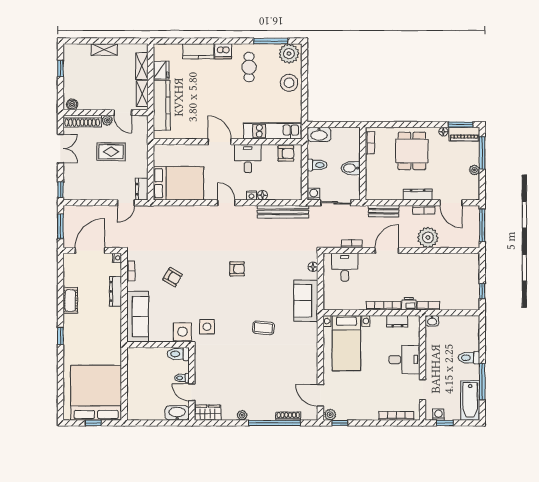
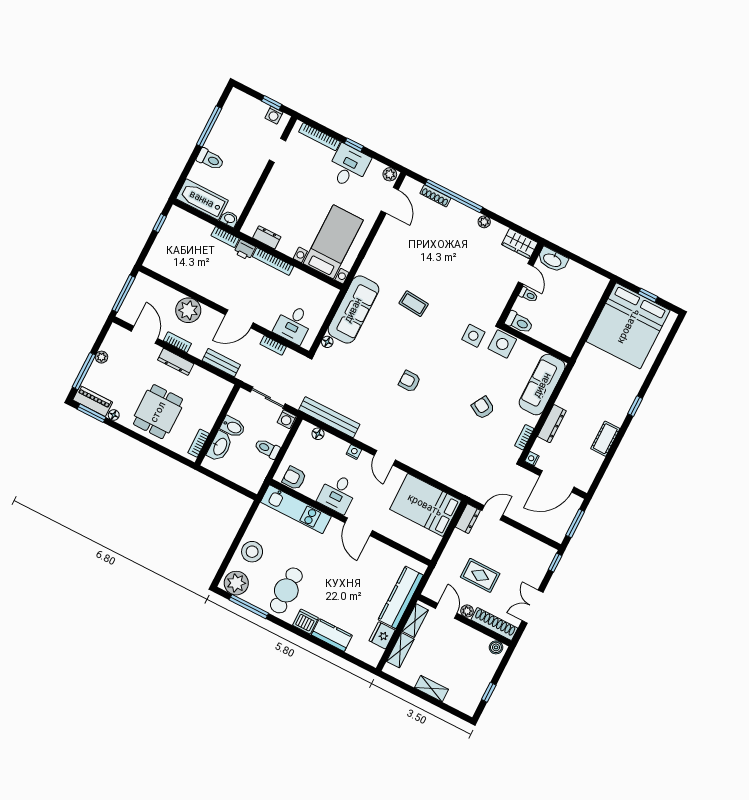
cafe table: (249, 67) -> (286, 590), width x1.37, depth x1.35
washbasin: (319, 134) -> (220, 446), moved, turned 90
floor lamp: (262, 195) -> (318, 434), moved
sofa: (306, 301) -> (353, 310), width x1.36
desk: (404, 360) -> (348, 166), moved, turned 90
bathtub: (470, 400) -> (202, 199), moved, turned -90
window: (340, 423) -> (354, 145), moved

